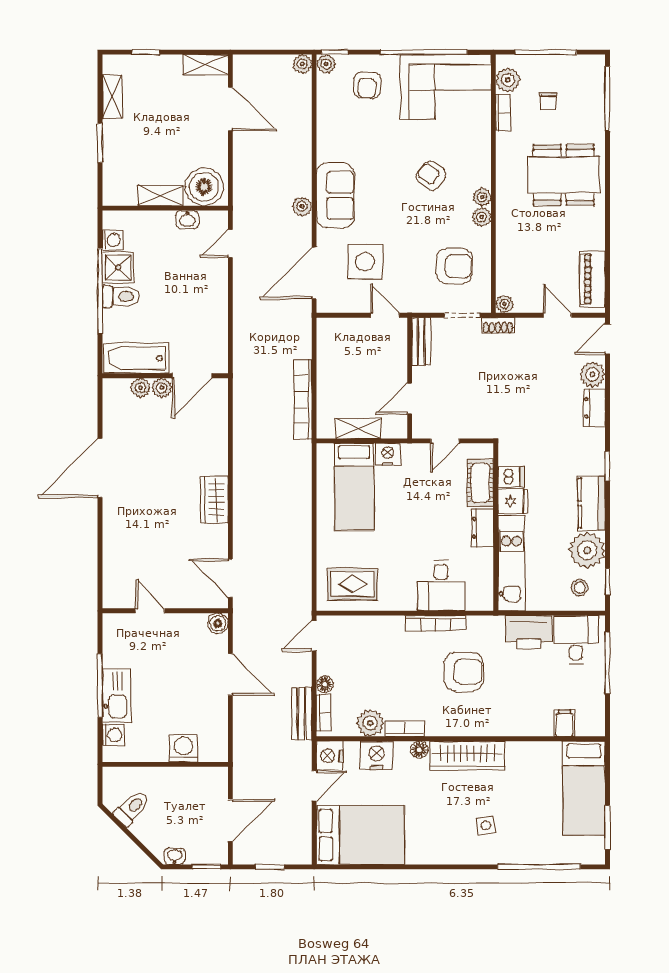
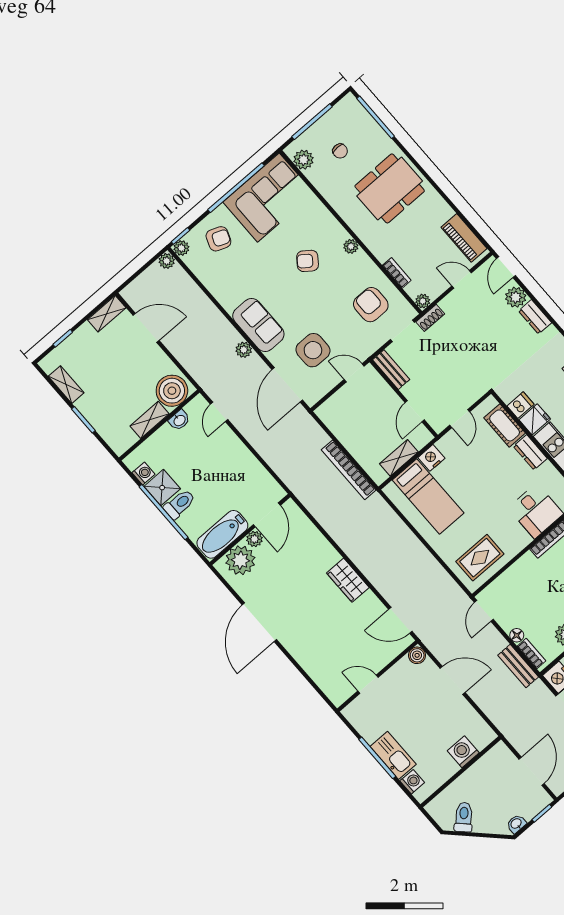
armchair: (367, 85) -> (218, 239), turned -72
bookcase: (503, 112) -> (397, 273), moved
plant: (482, 217) -> (361, 259), removed
armchair: (454, 266) -> (371, 305), turned -90
plant: (140, 388) -> (240, 560), width x1.88, depth x1.88

